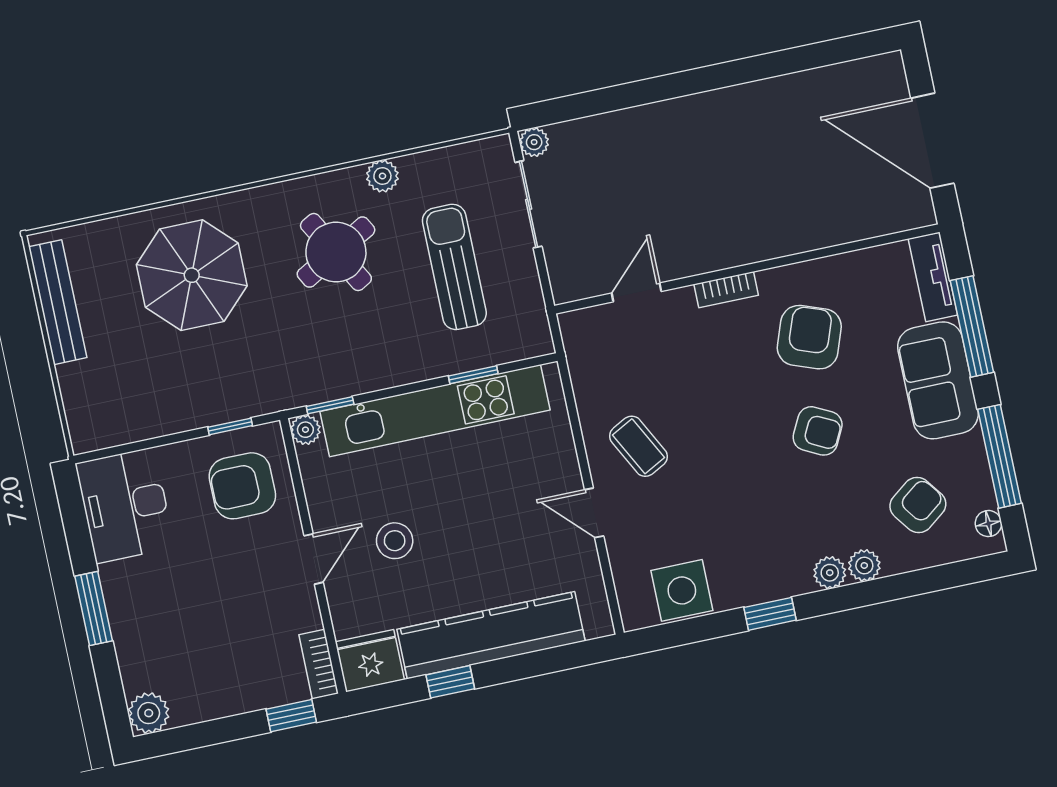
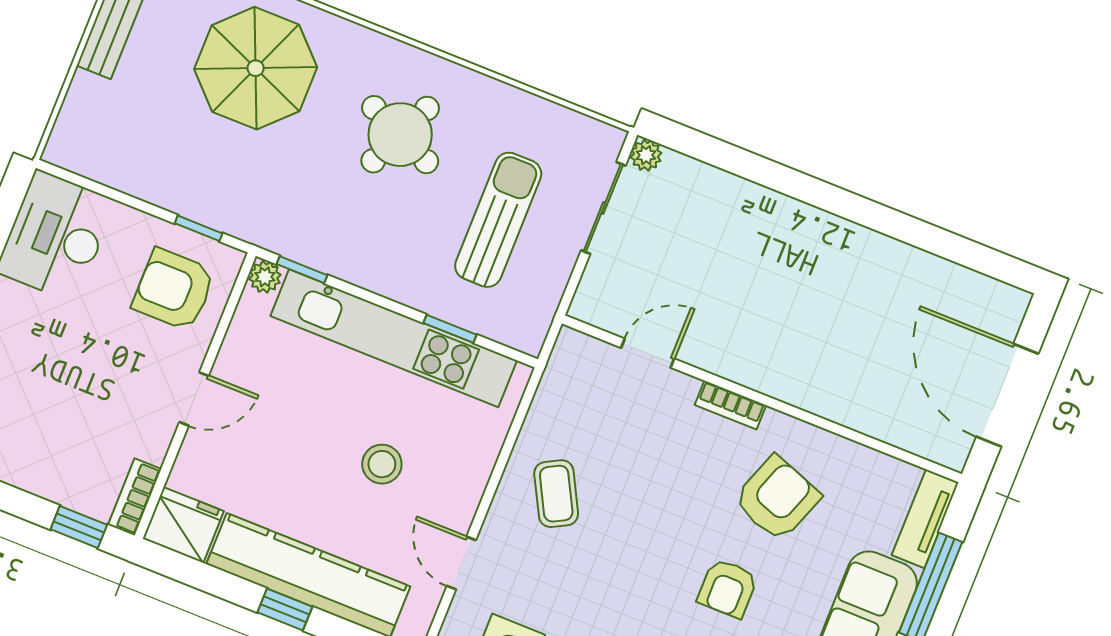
plant: (382, 176) -> (488, 94), removed
round table: (336, 252) -> (400, 135), turned -37
armchair: (818, 431) -> (728, 588), turned 63
door: (594, 513) -> (461, 563), moved
stool: (395, 541) -> (382, 464), moved
window: (450, 682) -> (285, 609), moved

